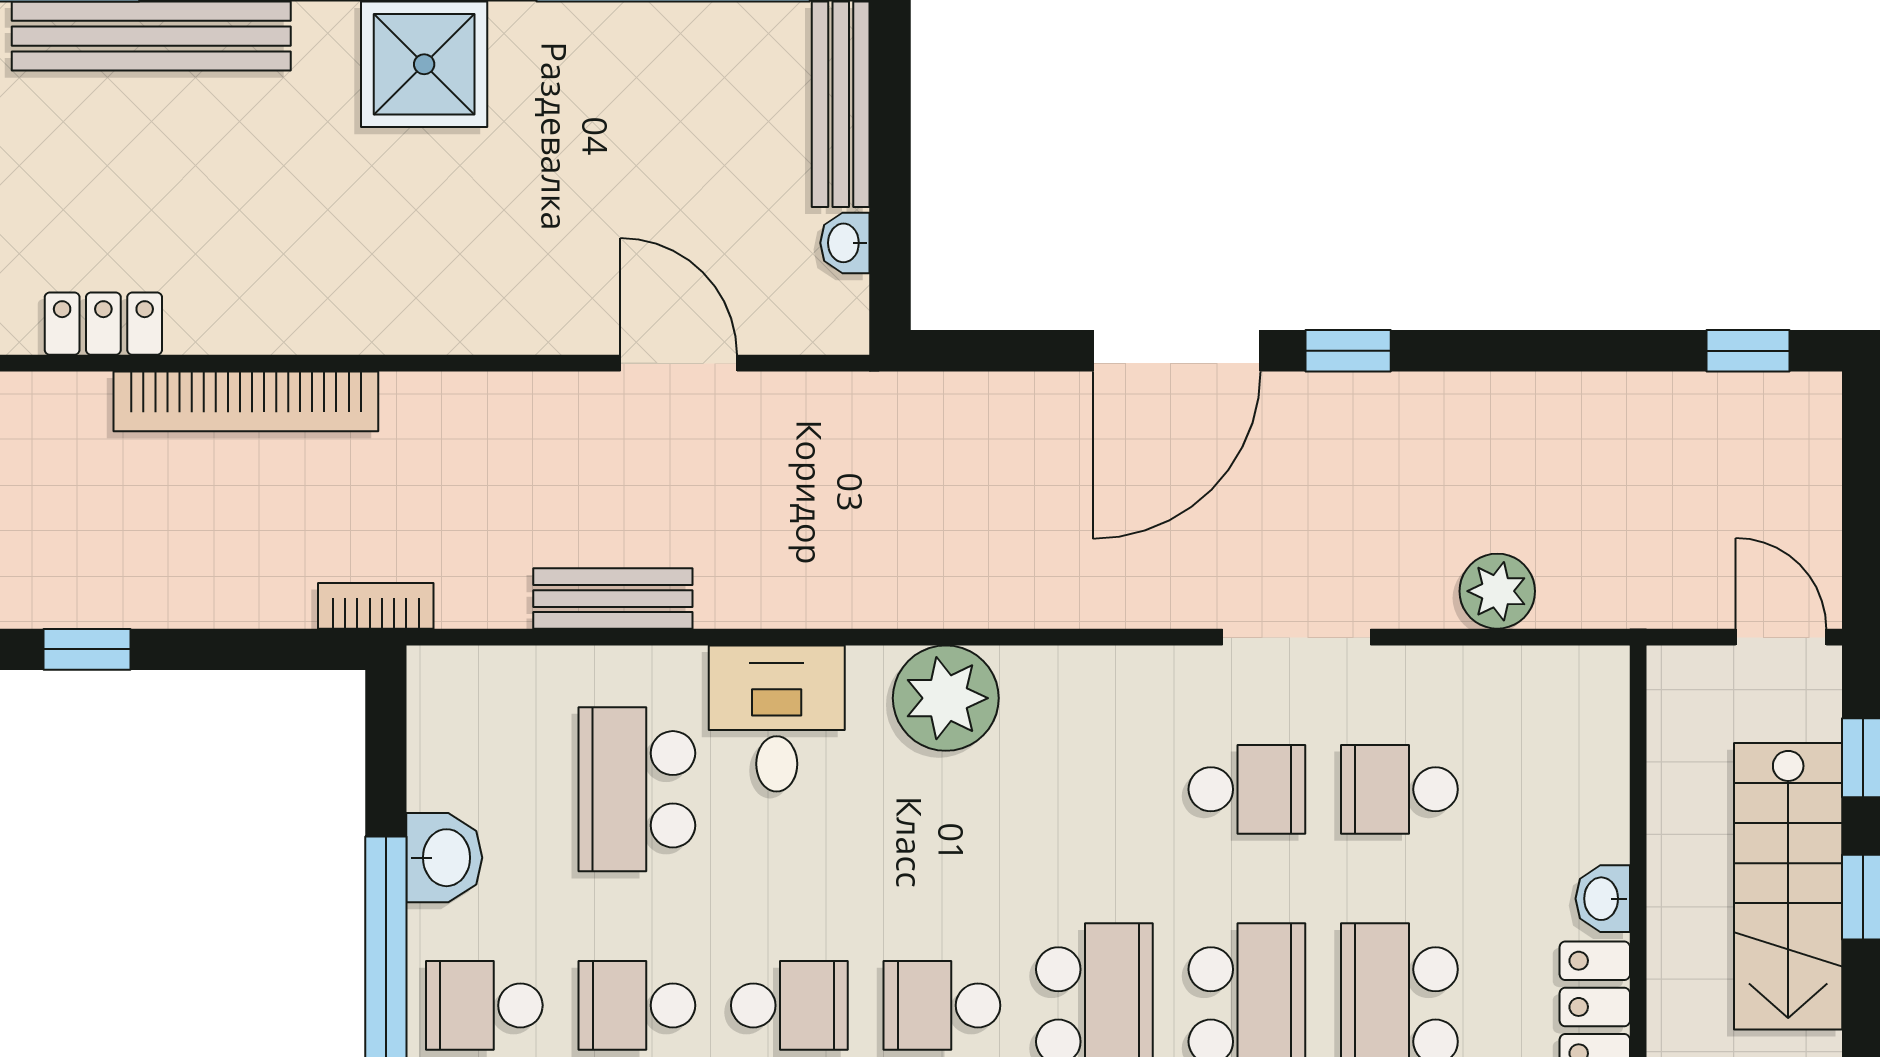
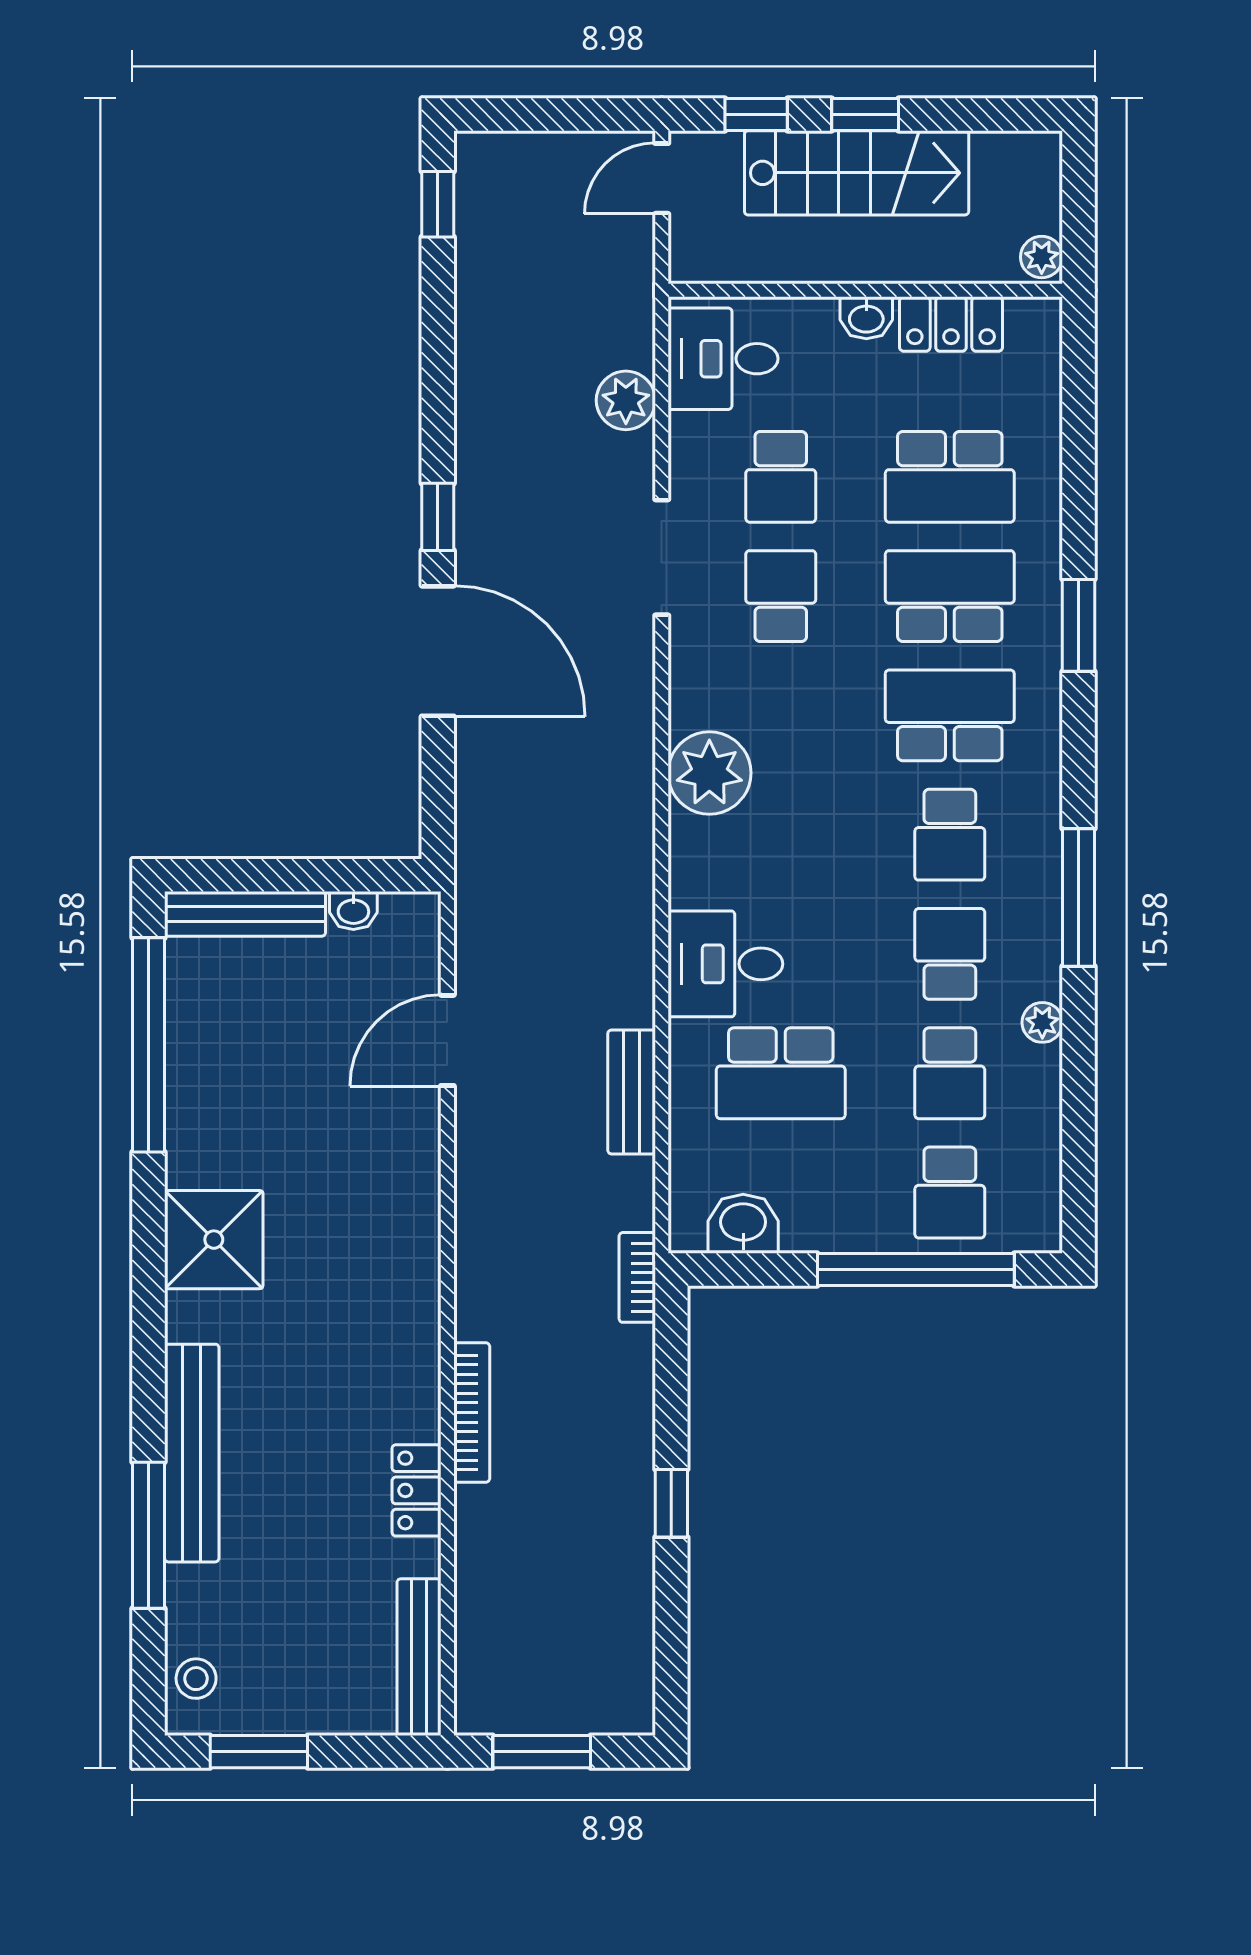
bookcase: (246, 401) -> (472, 1412), width x0.68, depth x0.76
plant: (946, 698) -> (709, 773), moved
desk: (1550, 715) -> (723, 359), added
washbasin: (444, 858) -> (743, 1224), moved

